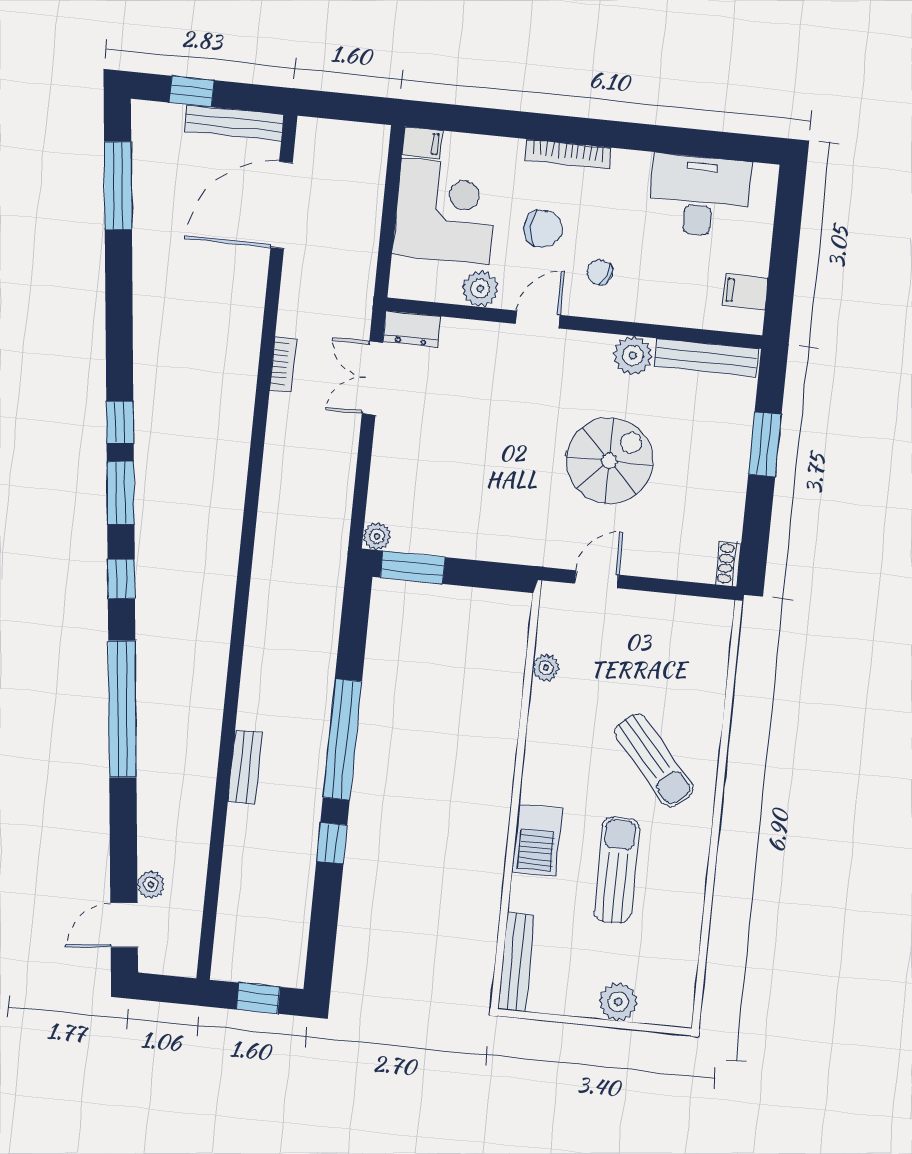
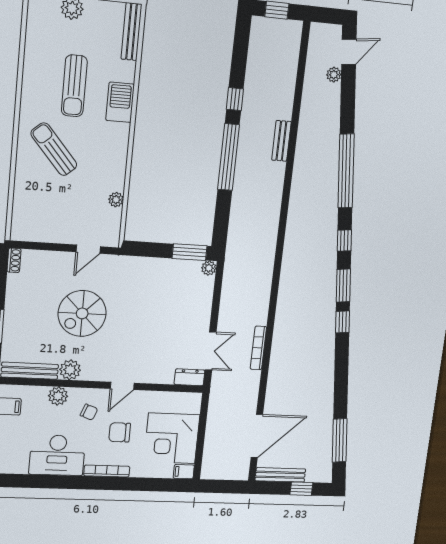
desk: (700, 196) -> (57, 455), moved
plant: (480, 289) -> (58, 396), moved
bookcase: (283, 364) -> (258, 348), width x1.56

